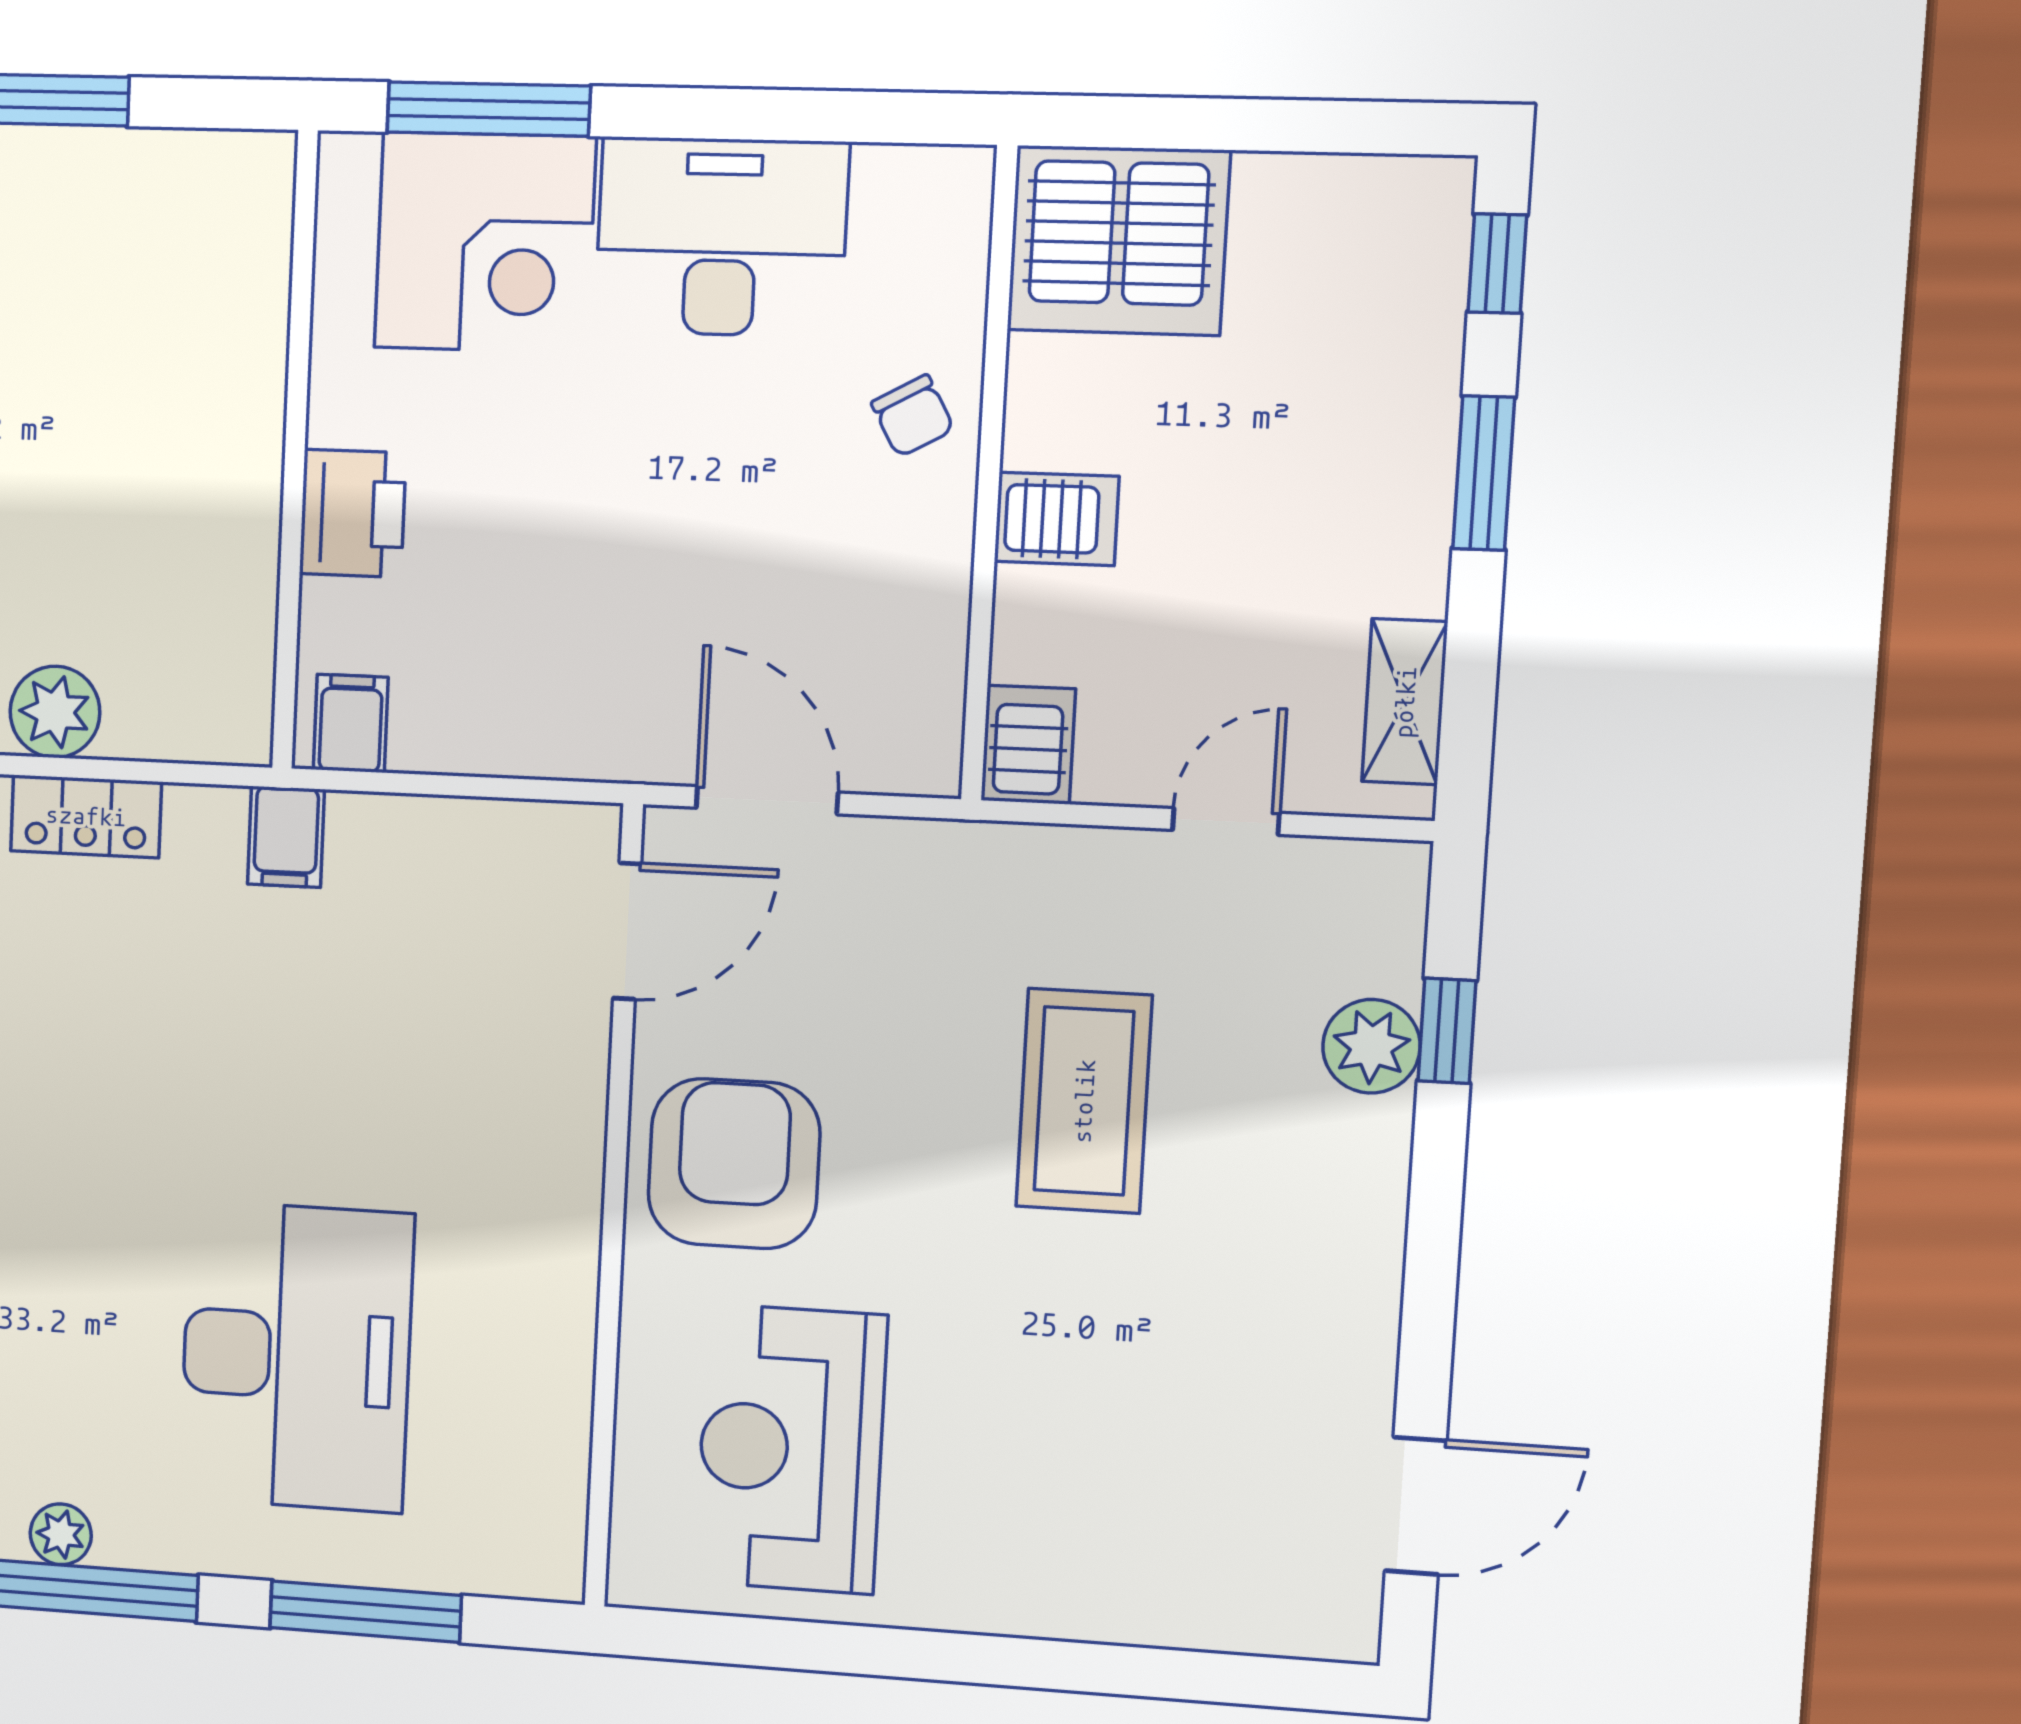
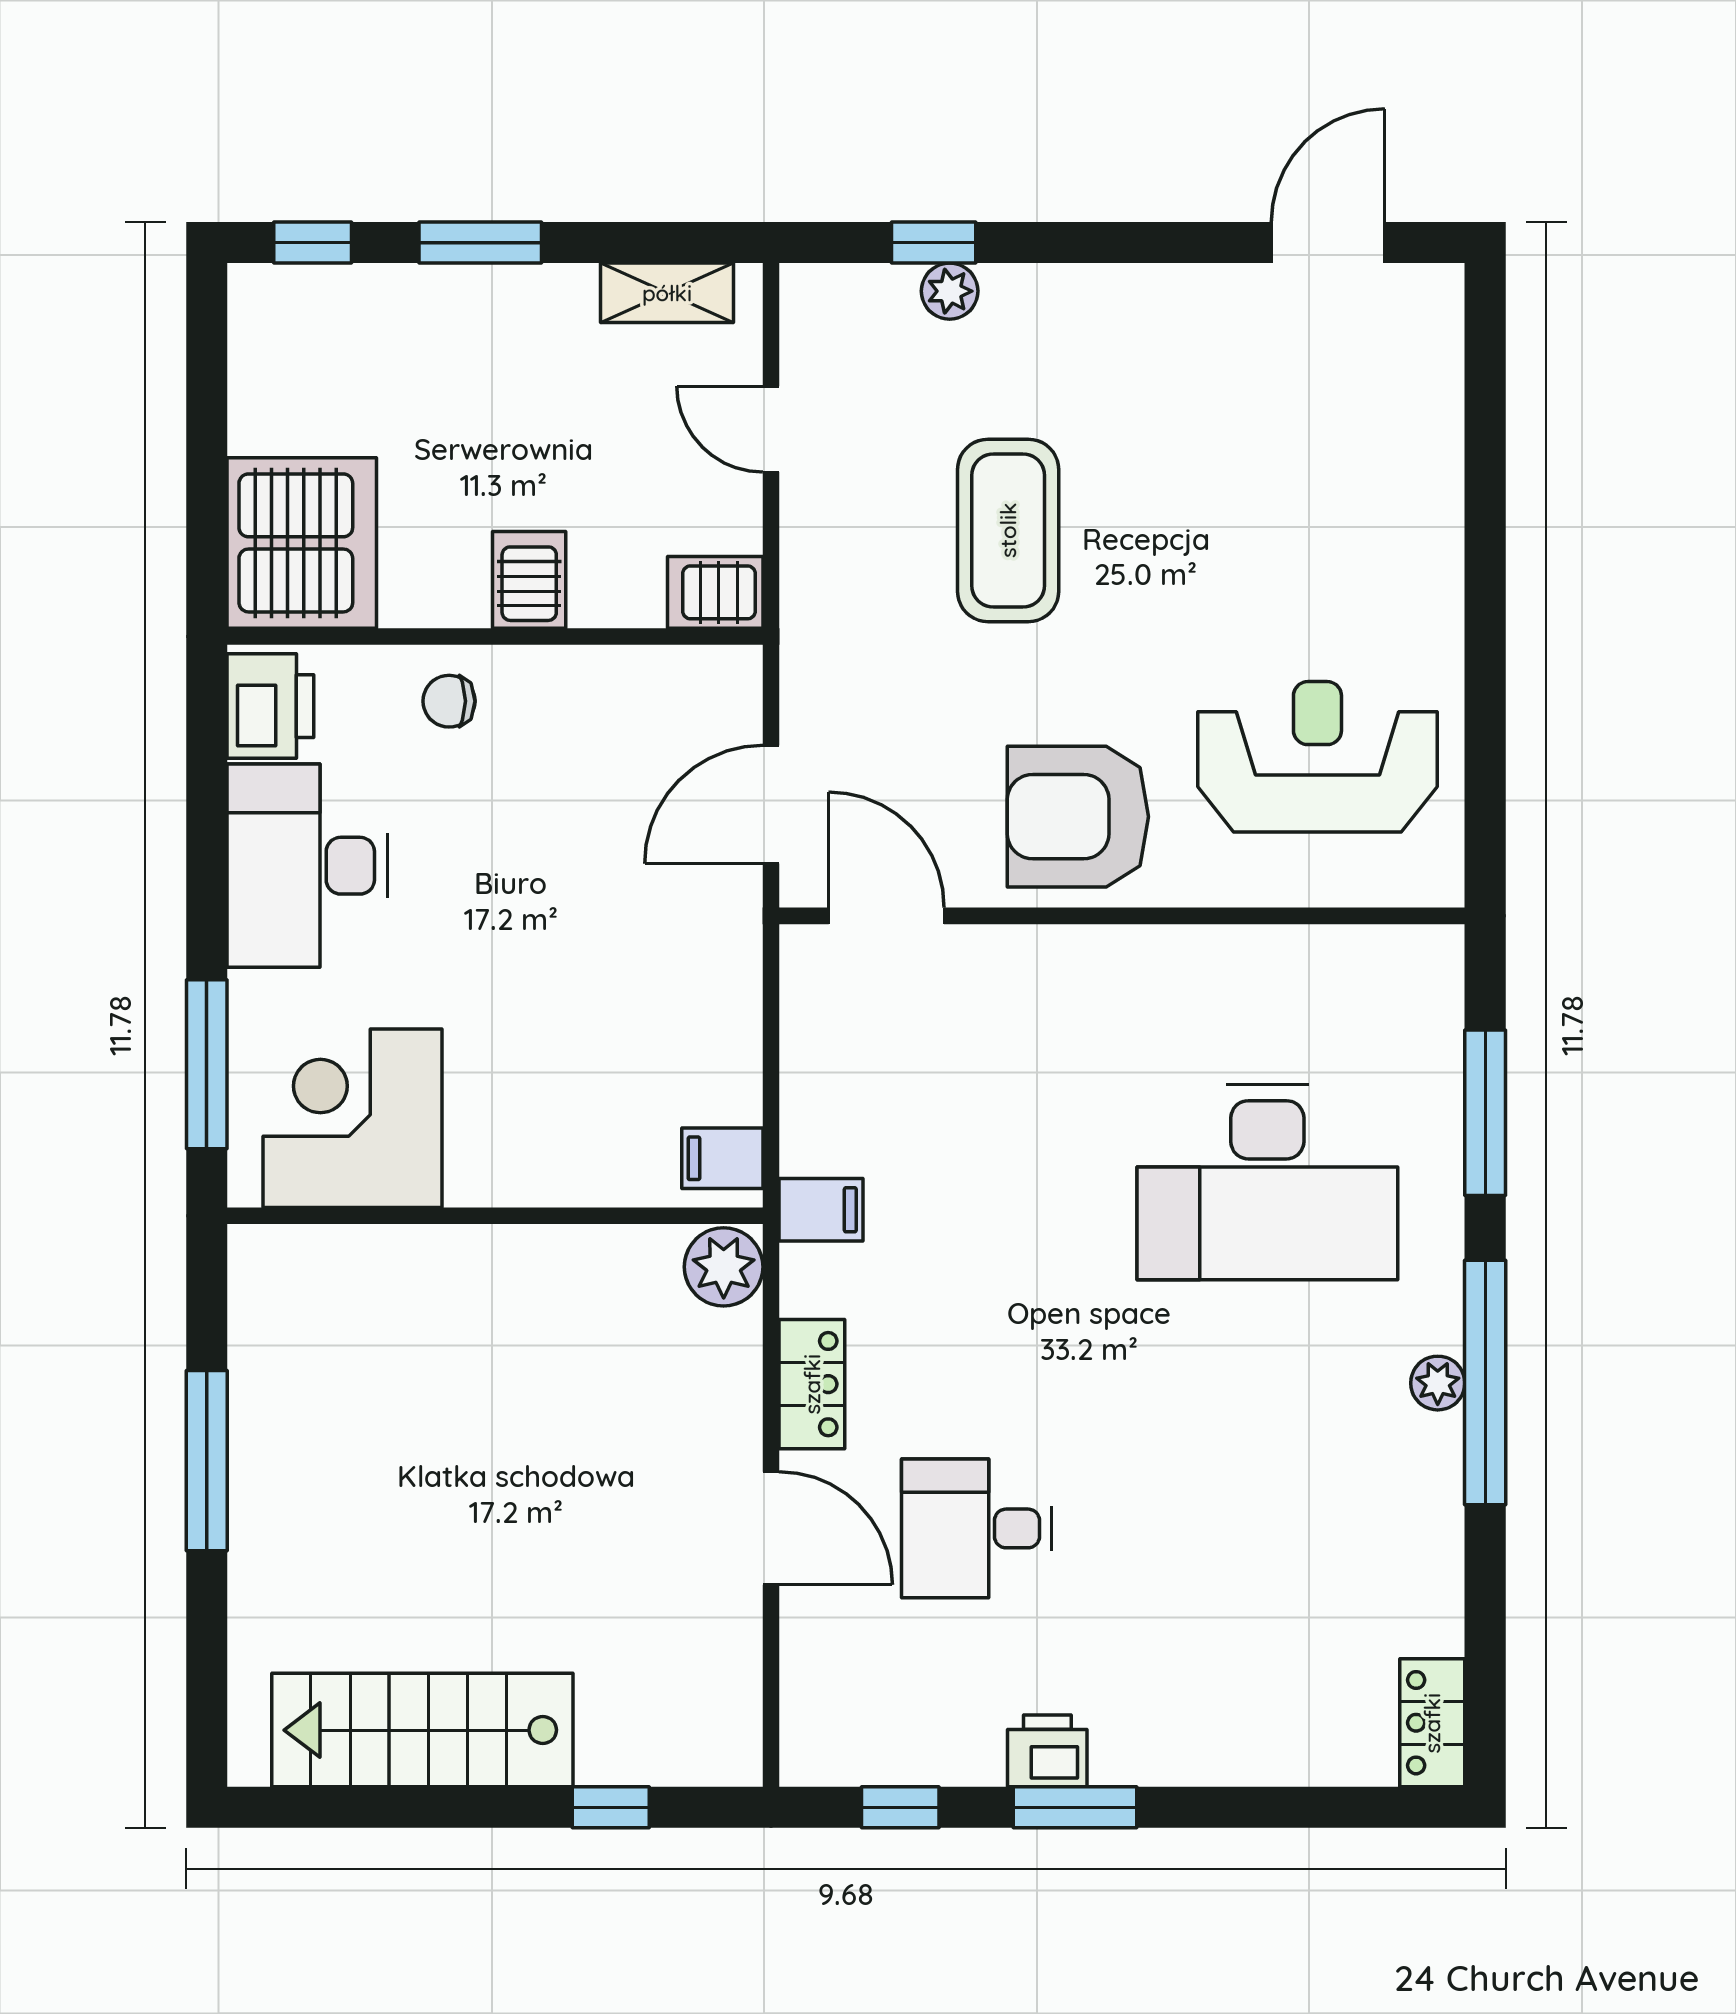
corner desk: (485, 242) -> (353, 1118), moved, turned -90
chair: (913, 416) -> (449, 701), turned -151
printer: (353, 513) -> (270, 706), moved, turned 90
plant: (55, 712) -> (724, 1267), moved
plant: (1371, 1046) -> (950, 291), width x0.73, depth x0.73
coffee table: (1084, 1101) -> (1008, 530), turned 90
desk: (296, 1357) -> (1267, 1182), turned 180
reception desk: (791, 1449) -> (1317, 757), turned 180
door: (1416, 1506) -> (1328, 243), hinge flipped

